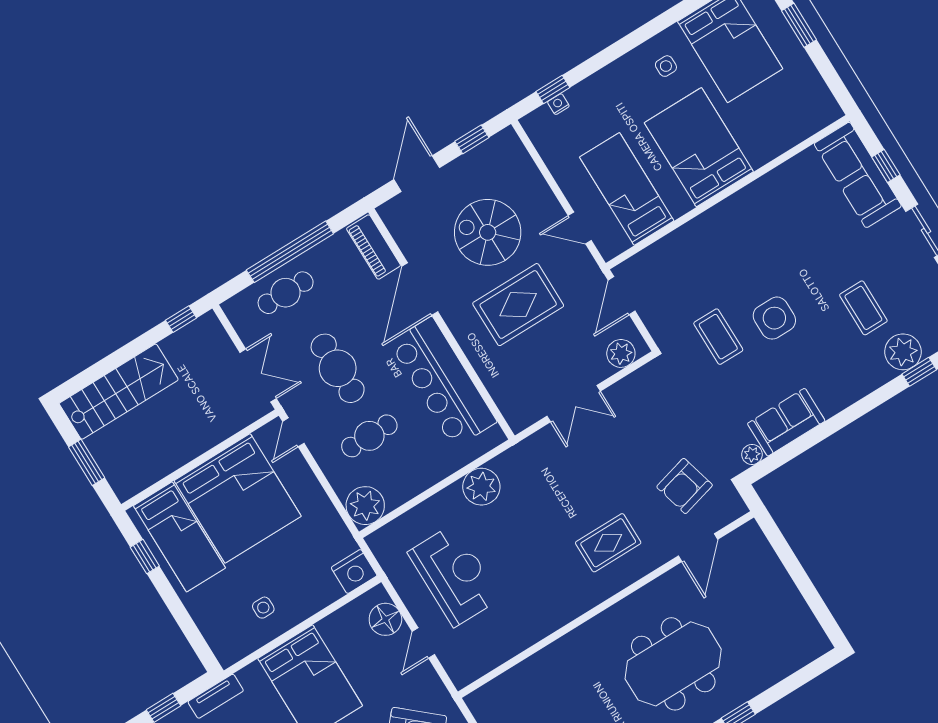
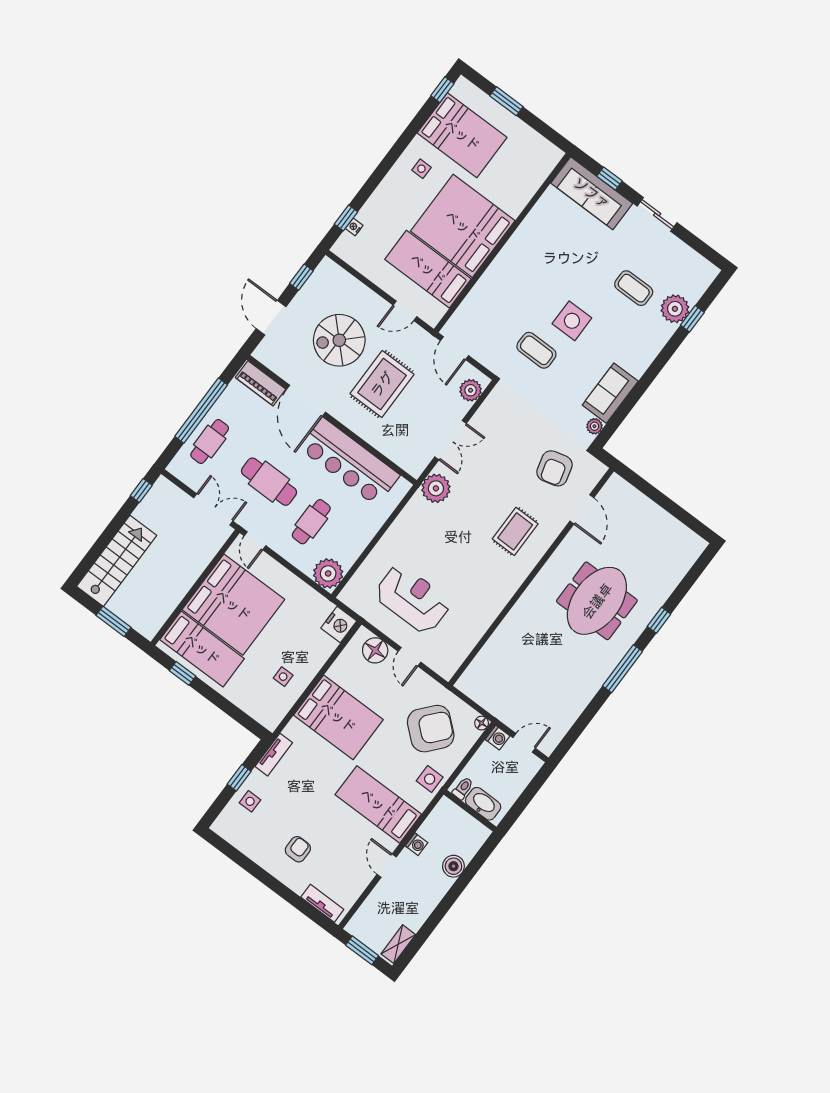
bed: (699, 147) -> (463, 226), width x1.36
plant: (481, 487) -> (436, 488), moved

